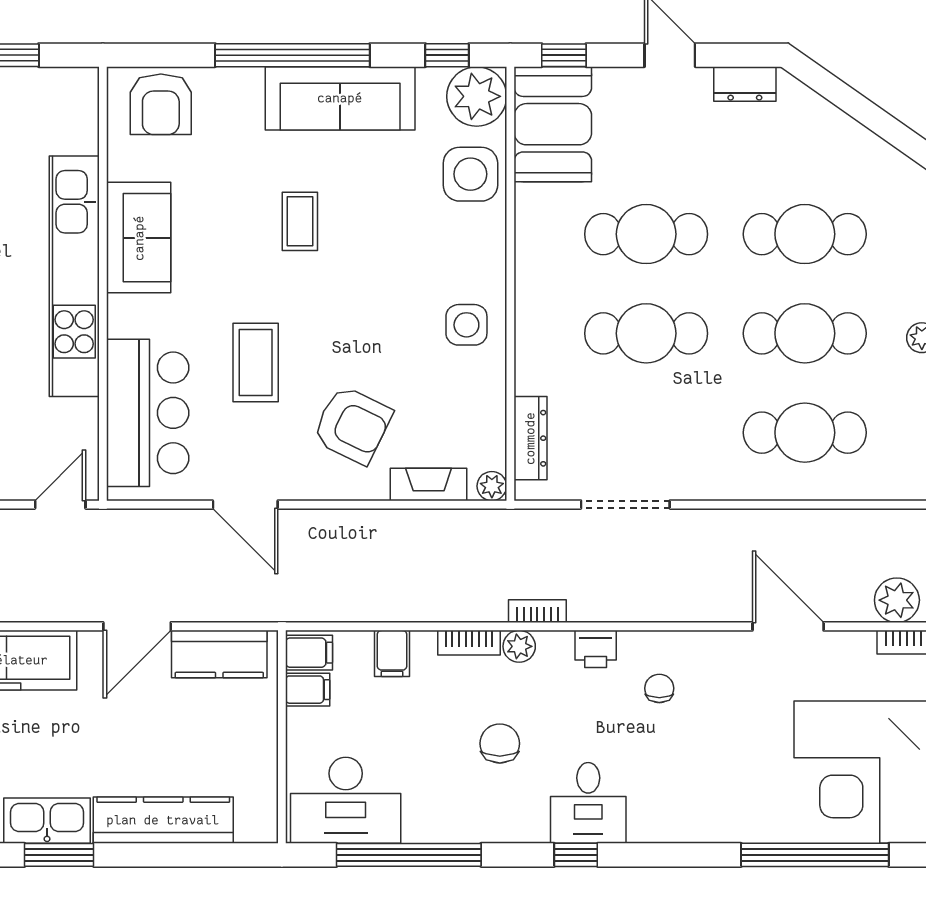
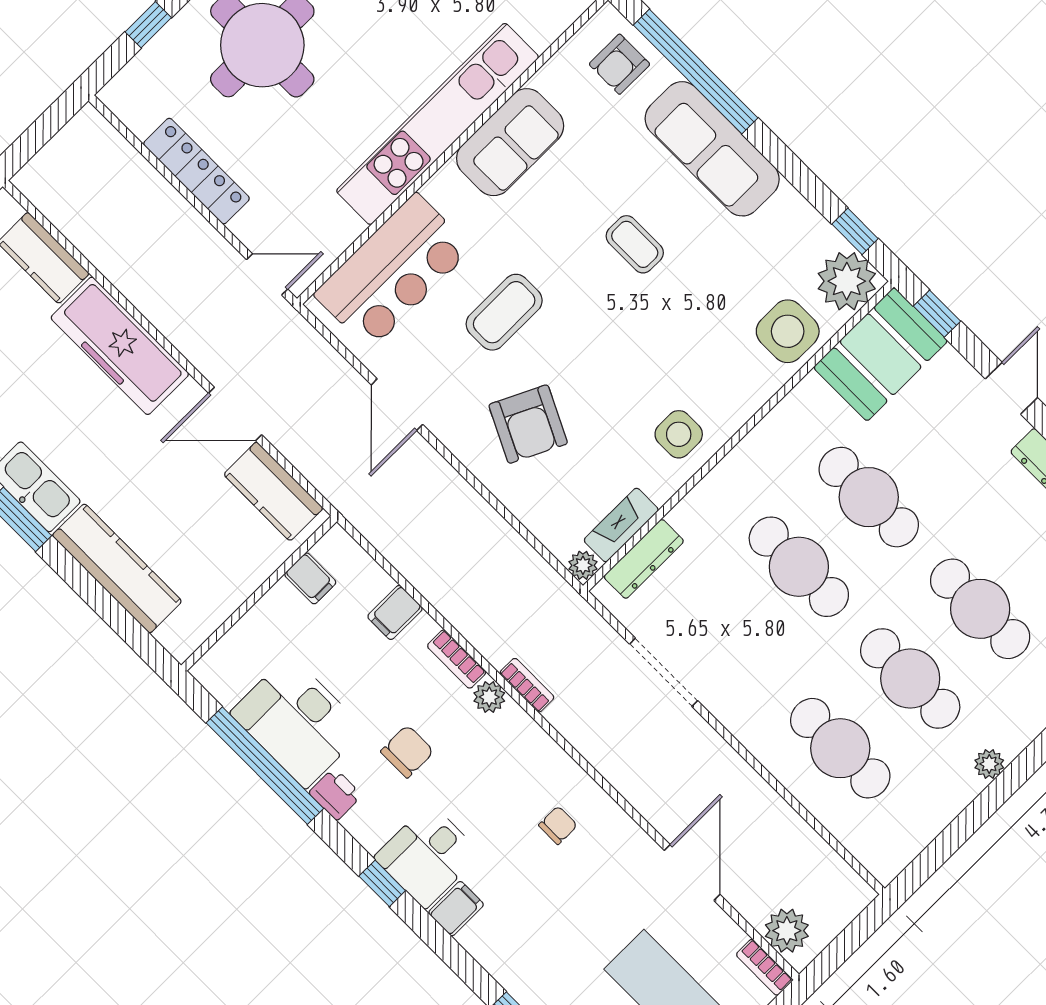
window: (292, 55) -> (696, 71), moved
sofa: (340, 98) -> (712, 149), moved
armchair: (161, 104) -> (620, 64), width x0.72, depth x0.72
coffee table: (300, 221) -> (635, 244), turned 90
fireplace: (429, 484) -> (621, 525), moved, turned -90
printer: (596, 649) -> (335, 794), moved, turned 180
filing cabinet: (309, 653) -> (456, 909), moved, turned -90
desk: (346, 800) -> (298, 721), moved

